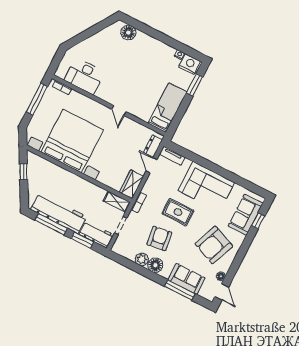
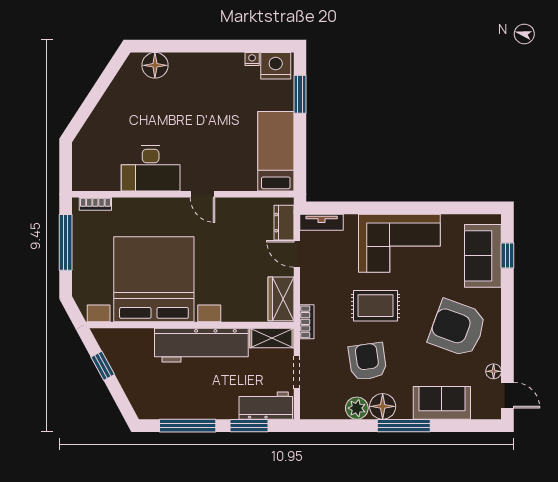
desk: (84, 76) -> (151, 168), moved
workbench: (59, 213) -> (201, 345), moved, turned 180
armchair: (214, 245) -> (457, 328), turned 88
window: (180, 290) -> (404, 426), moved

